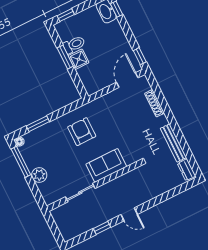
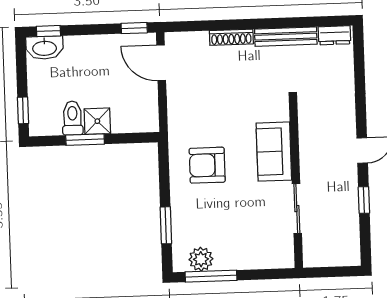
shoe rack: (154, 103) -> (231, 37), moved
floor lamp: (19, 142) -> (180, 265), removed
plant: (39, 175) -> (201, 259), moved

